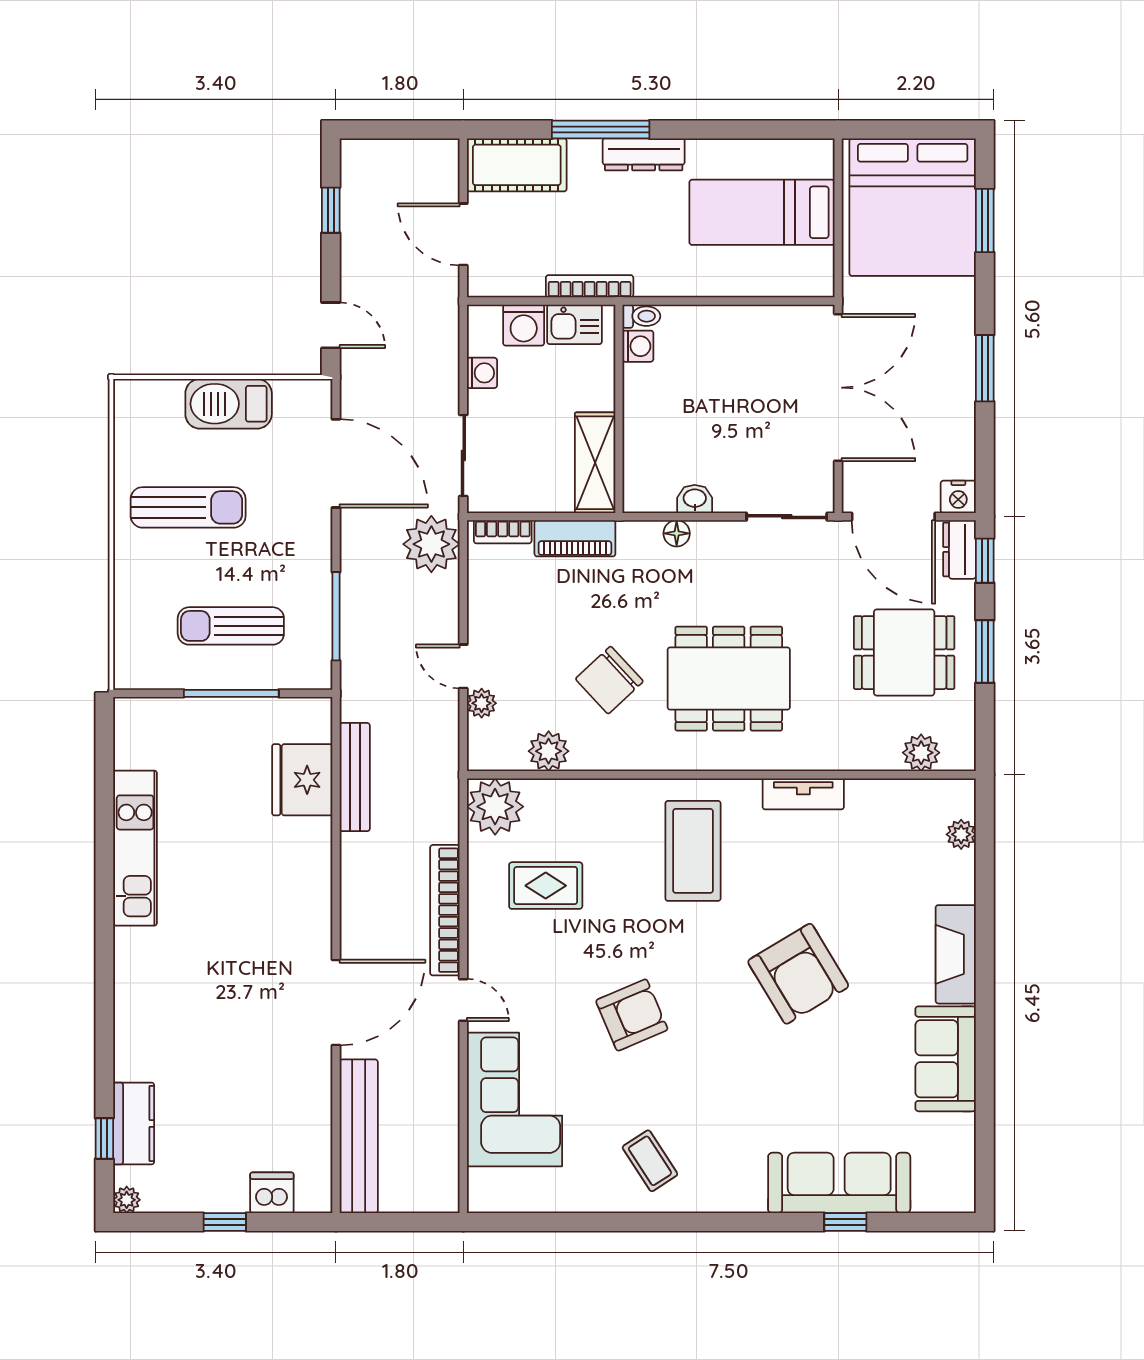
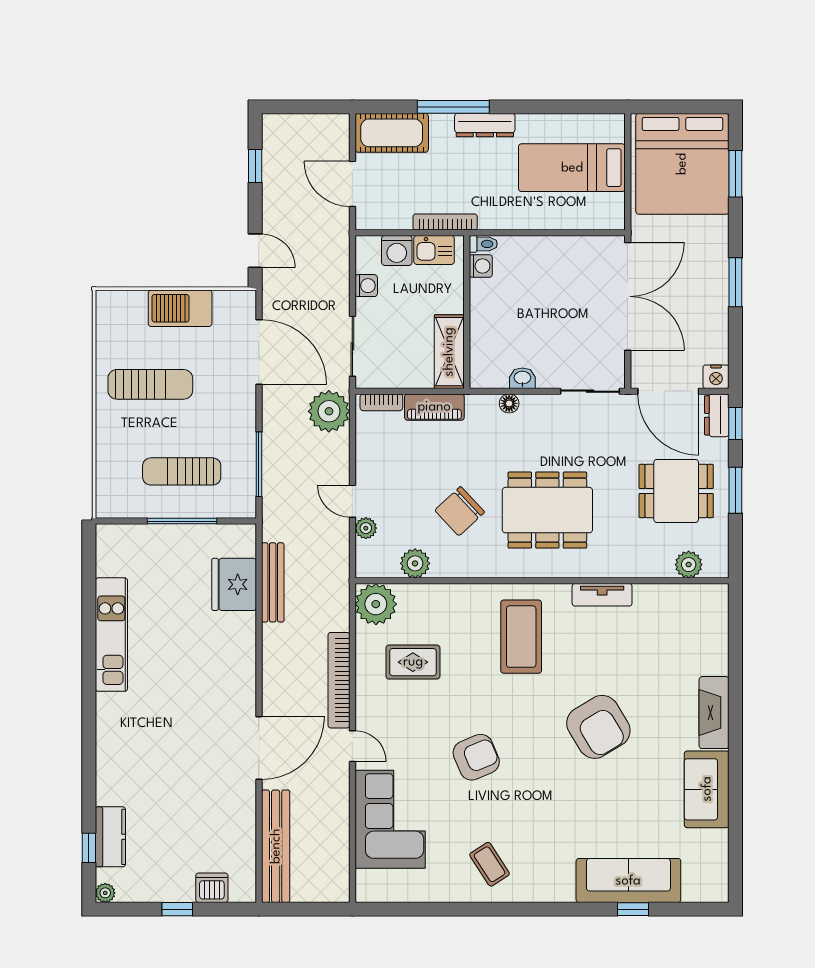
plant: (961, 834) -> (718, 625), removed

